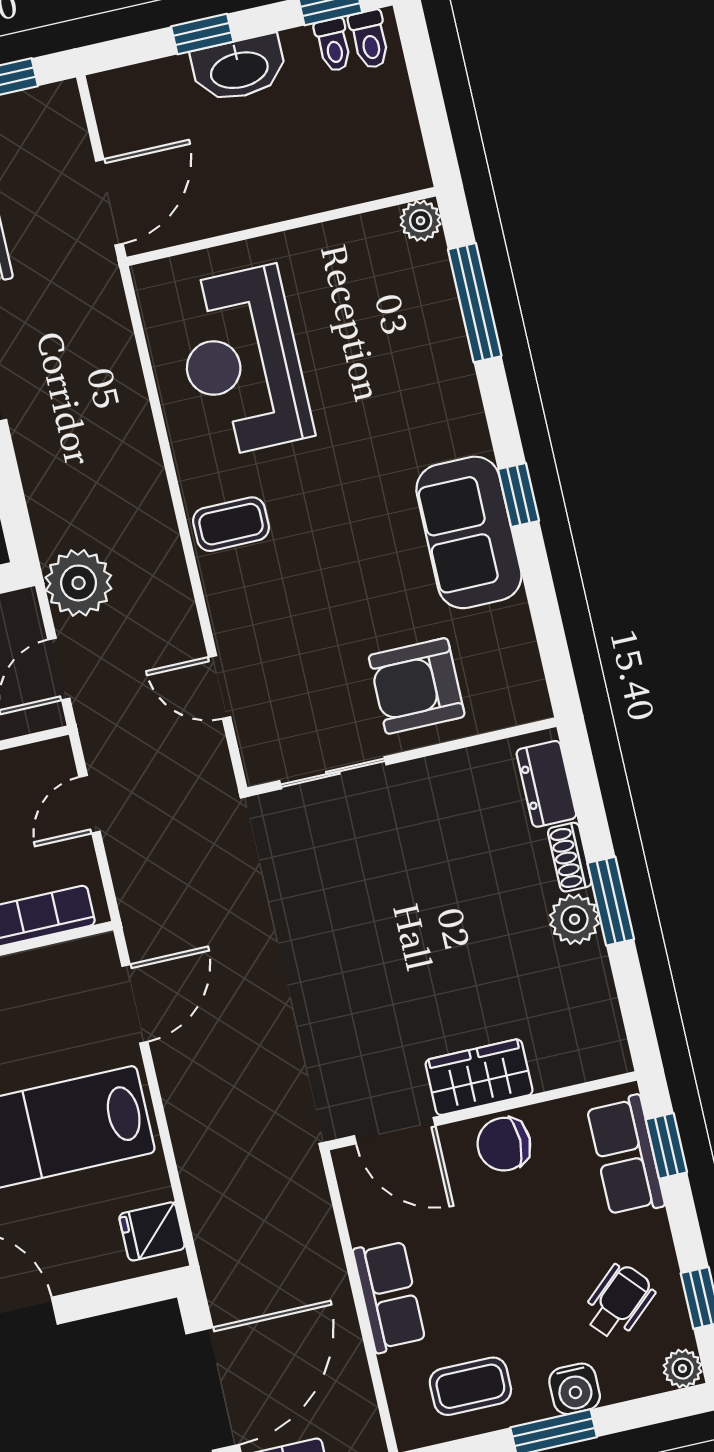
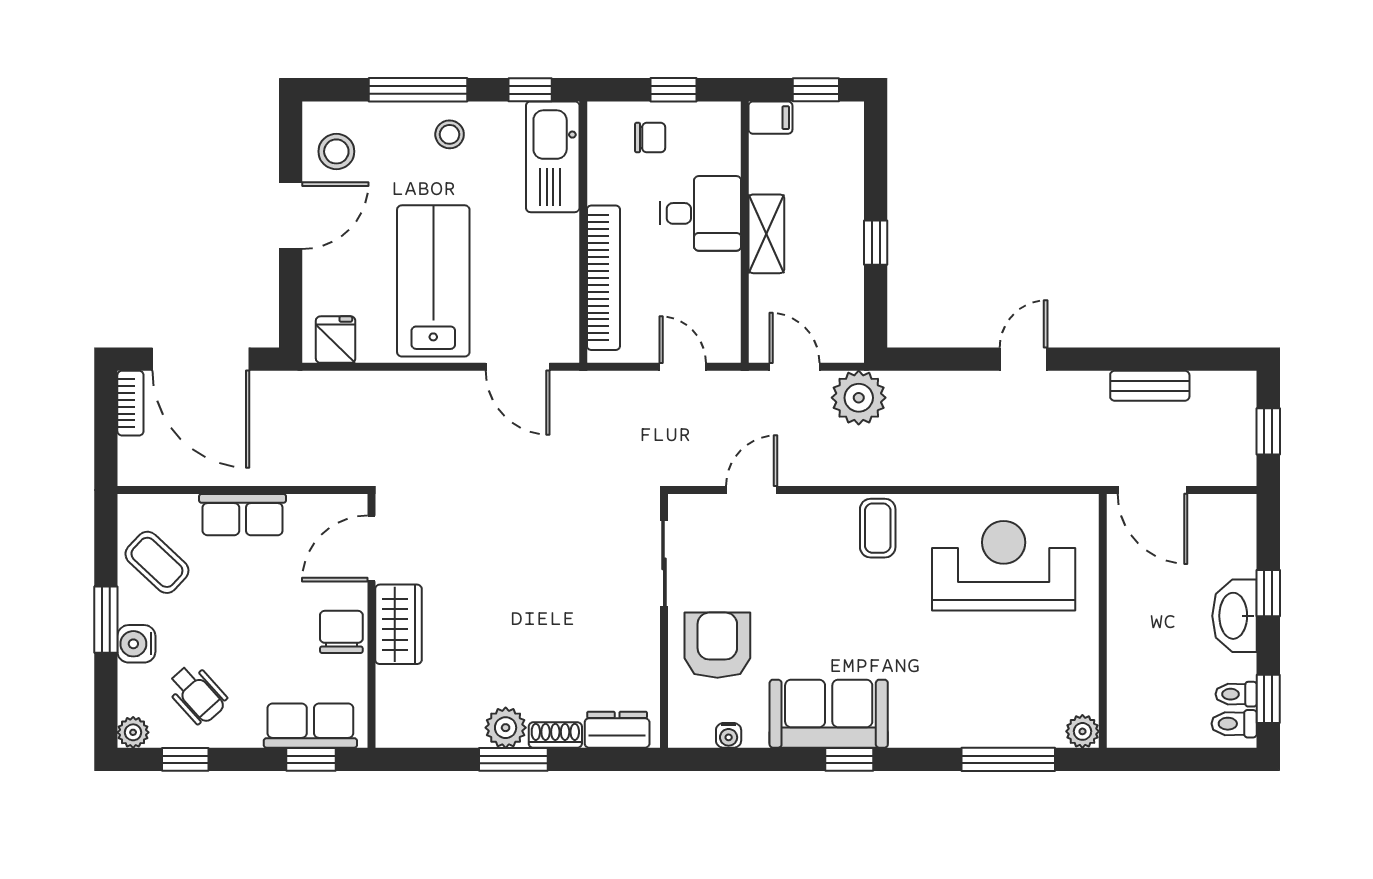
water cooler: (523, 647) -> (729, 735), added
coffee table: (470, 1386) -> (157, 562), turned -47

